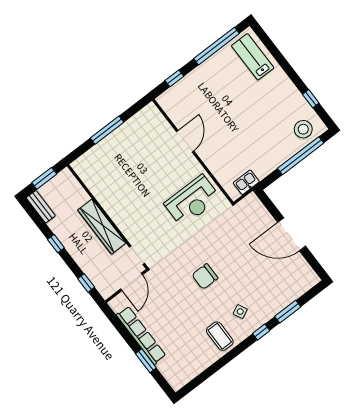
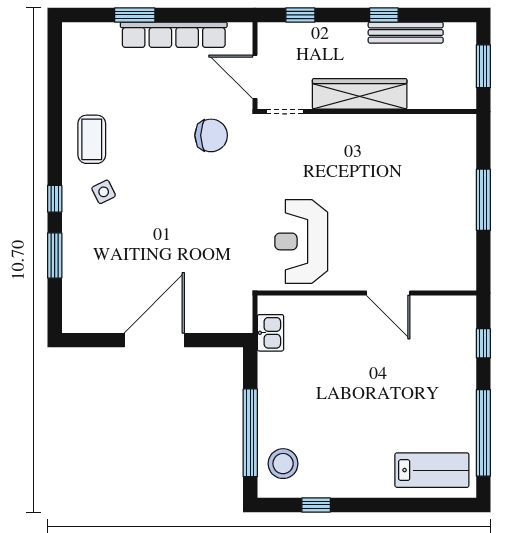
bench: (41, 207) -> (406, 33), moved, width x1.36
chair: (205, 276) -> (211, 135), moved, turned 90
coffee table: (220, 336) -> (92, 139), turned 90

